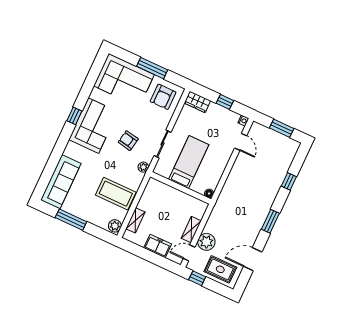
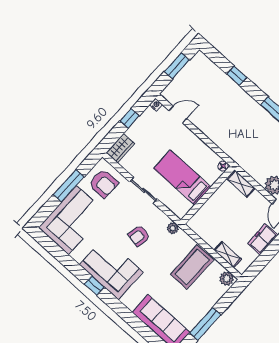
sliding door: (162, 144) -> (143, 190), moved
shelving: (191, 230) -> (241, 184), moved

